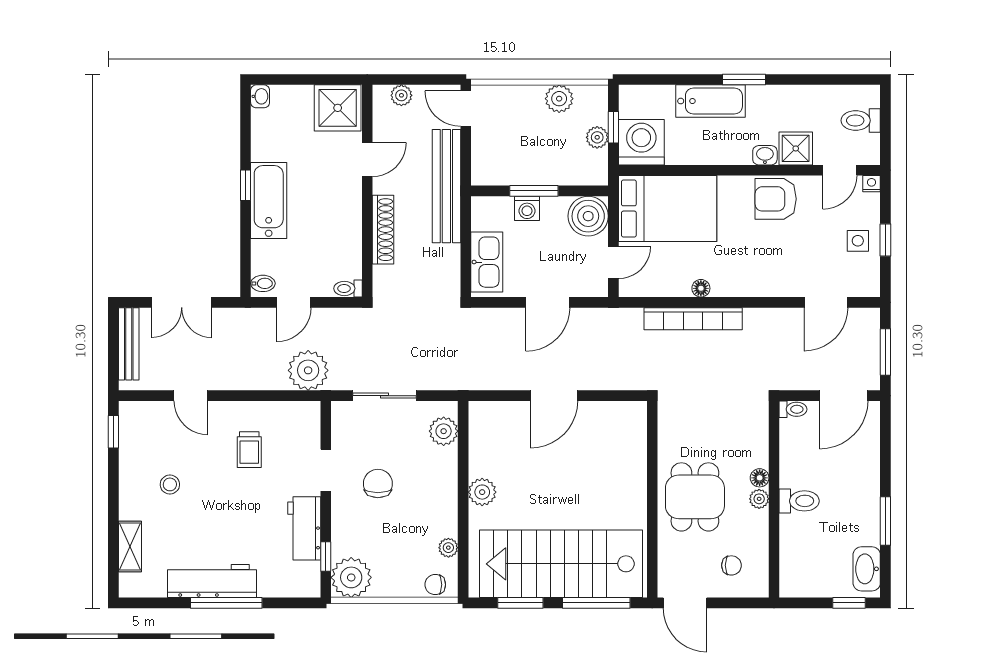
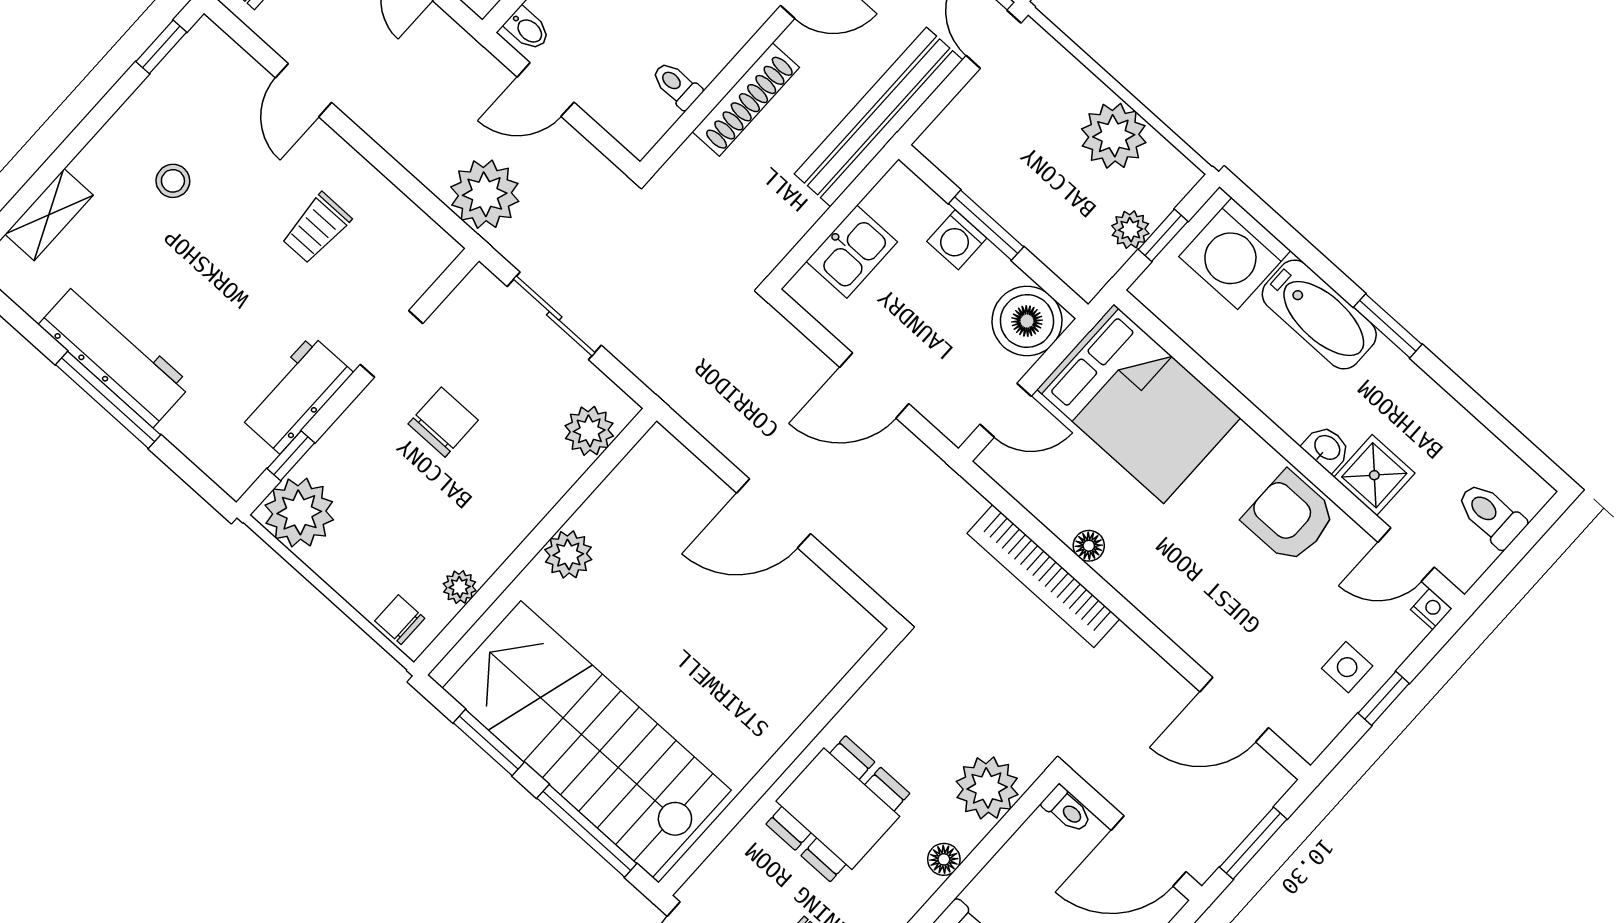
plant: (559, 99) -> (1114, 136), width x1.36, depth x1.36
washing machine: (641, 142) -> (1235, 254), moved, turned 180
kitchen sink: (487, 262) -> (852, 252), width x0.73
toilet: (348, 288) -> (677, 85), moved
plant: (759, 499) -> (987, 788), moved, width x1.88, depth x1.88

